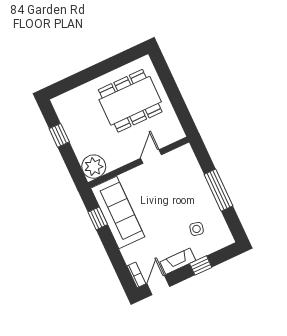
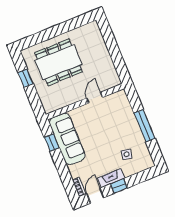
dining table: (130, 101) -> (58, 62), moved
plant: (94, 167) -> (51, 103), removed
window: (201, 265) -> (119, 186), moved

